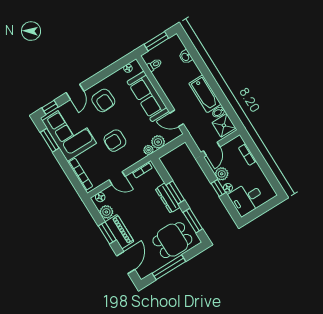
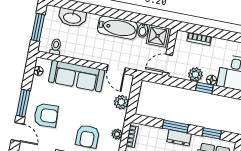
washbasin: (186, 57) -> (72, 18), width x1.91, depth x1.45
window: (97, 78) -> (23, 103), added
door: (177, 118) -> (116, 69), hinge flipped
door: (212, 149) -> (168, 64), swing flipped
plant: (148, 150) -> (117, 134), moved
dresser: (168, 198) -> (179, 138), width x0.70
window: (193, 221) -> (212, 133), width x0.67

